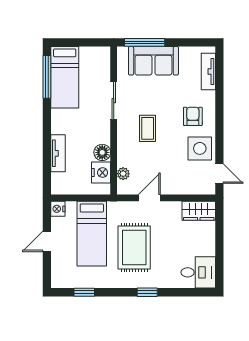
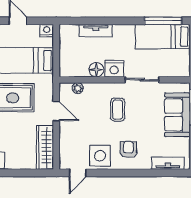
armchair: (193, 116) -> (128, 150), turned -90
coffee table: (148, 128) -> (118, 110), turned 90
nightstand: (101, 173) -> (114, 69), moved
wardrobe: (199, 211) -> (45, 147), width x1.50

